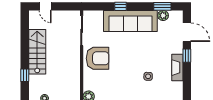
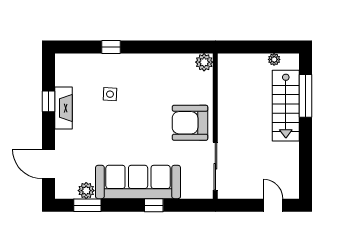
stairs: (37, 52) -> (286, 106), moved
window: (187, 56) -> (48, 101), moved
window: (25, 75) -> (306, 96), width x2.17

